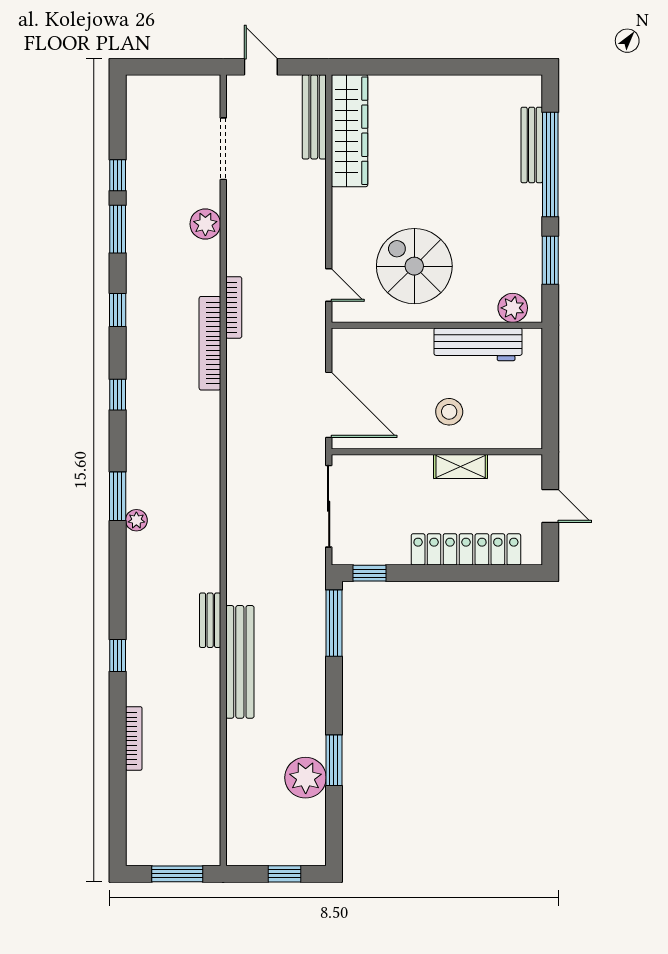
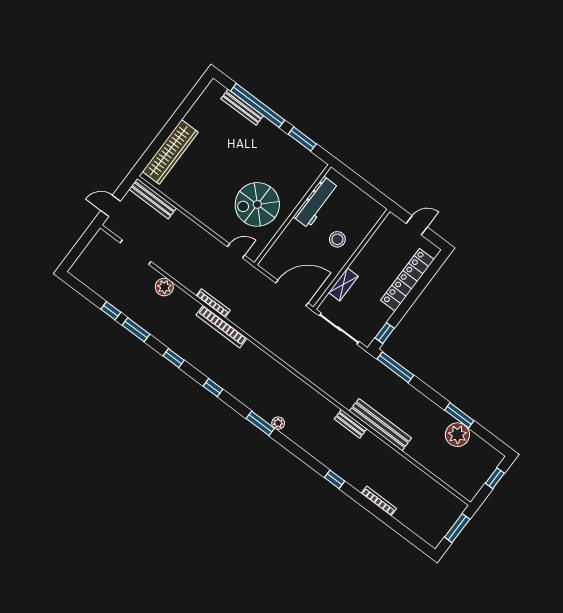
wardrobe: (349, 131) -> (170, 152), moved, turned 90
plant: (513, 308) -> (311, 173), removed
shelving: (461, 467) -> (343, 284), moved

